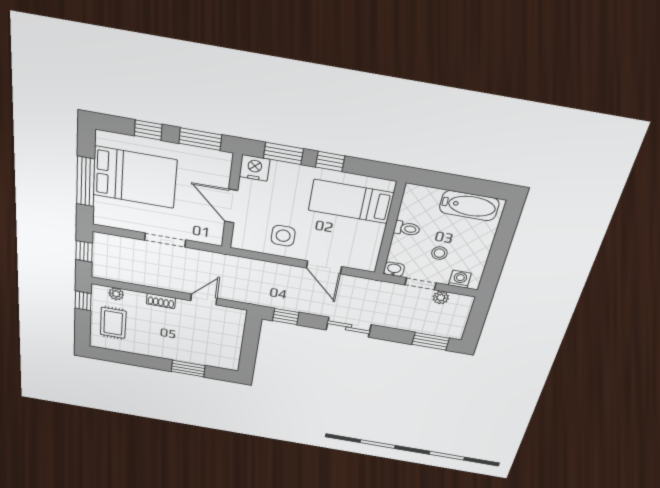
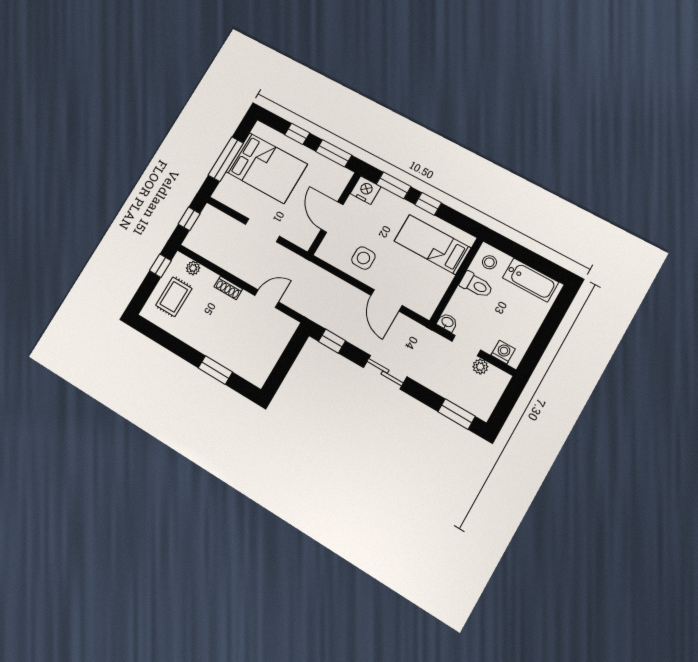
toilet: (407, 229) -> (476, 285), width x1.37, depth x1.39
stool: (439, 253) -> (489, 262), moved

